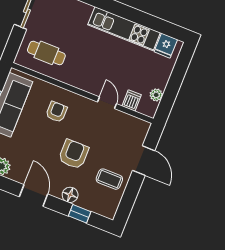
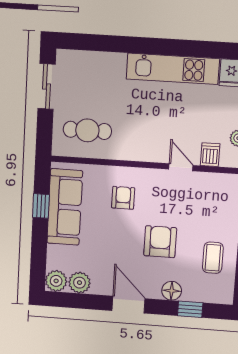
coffee table: (109, 179) -> (213, 258), turned 90

